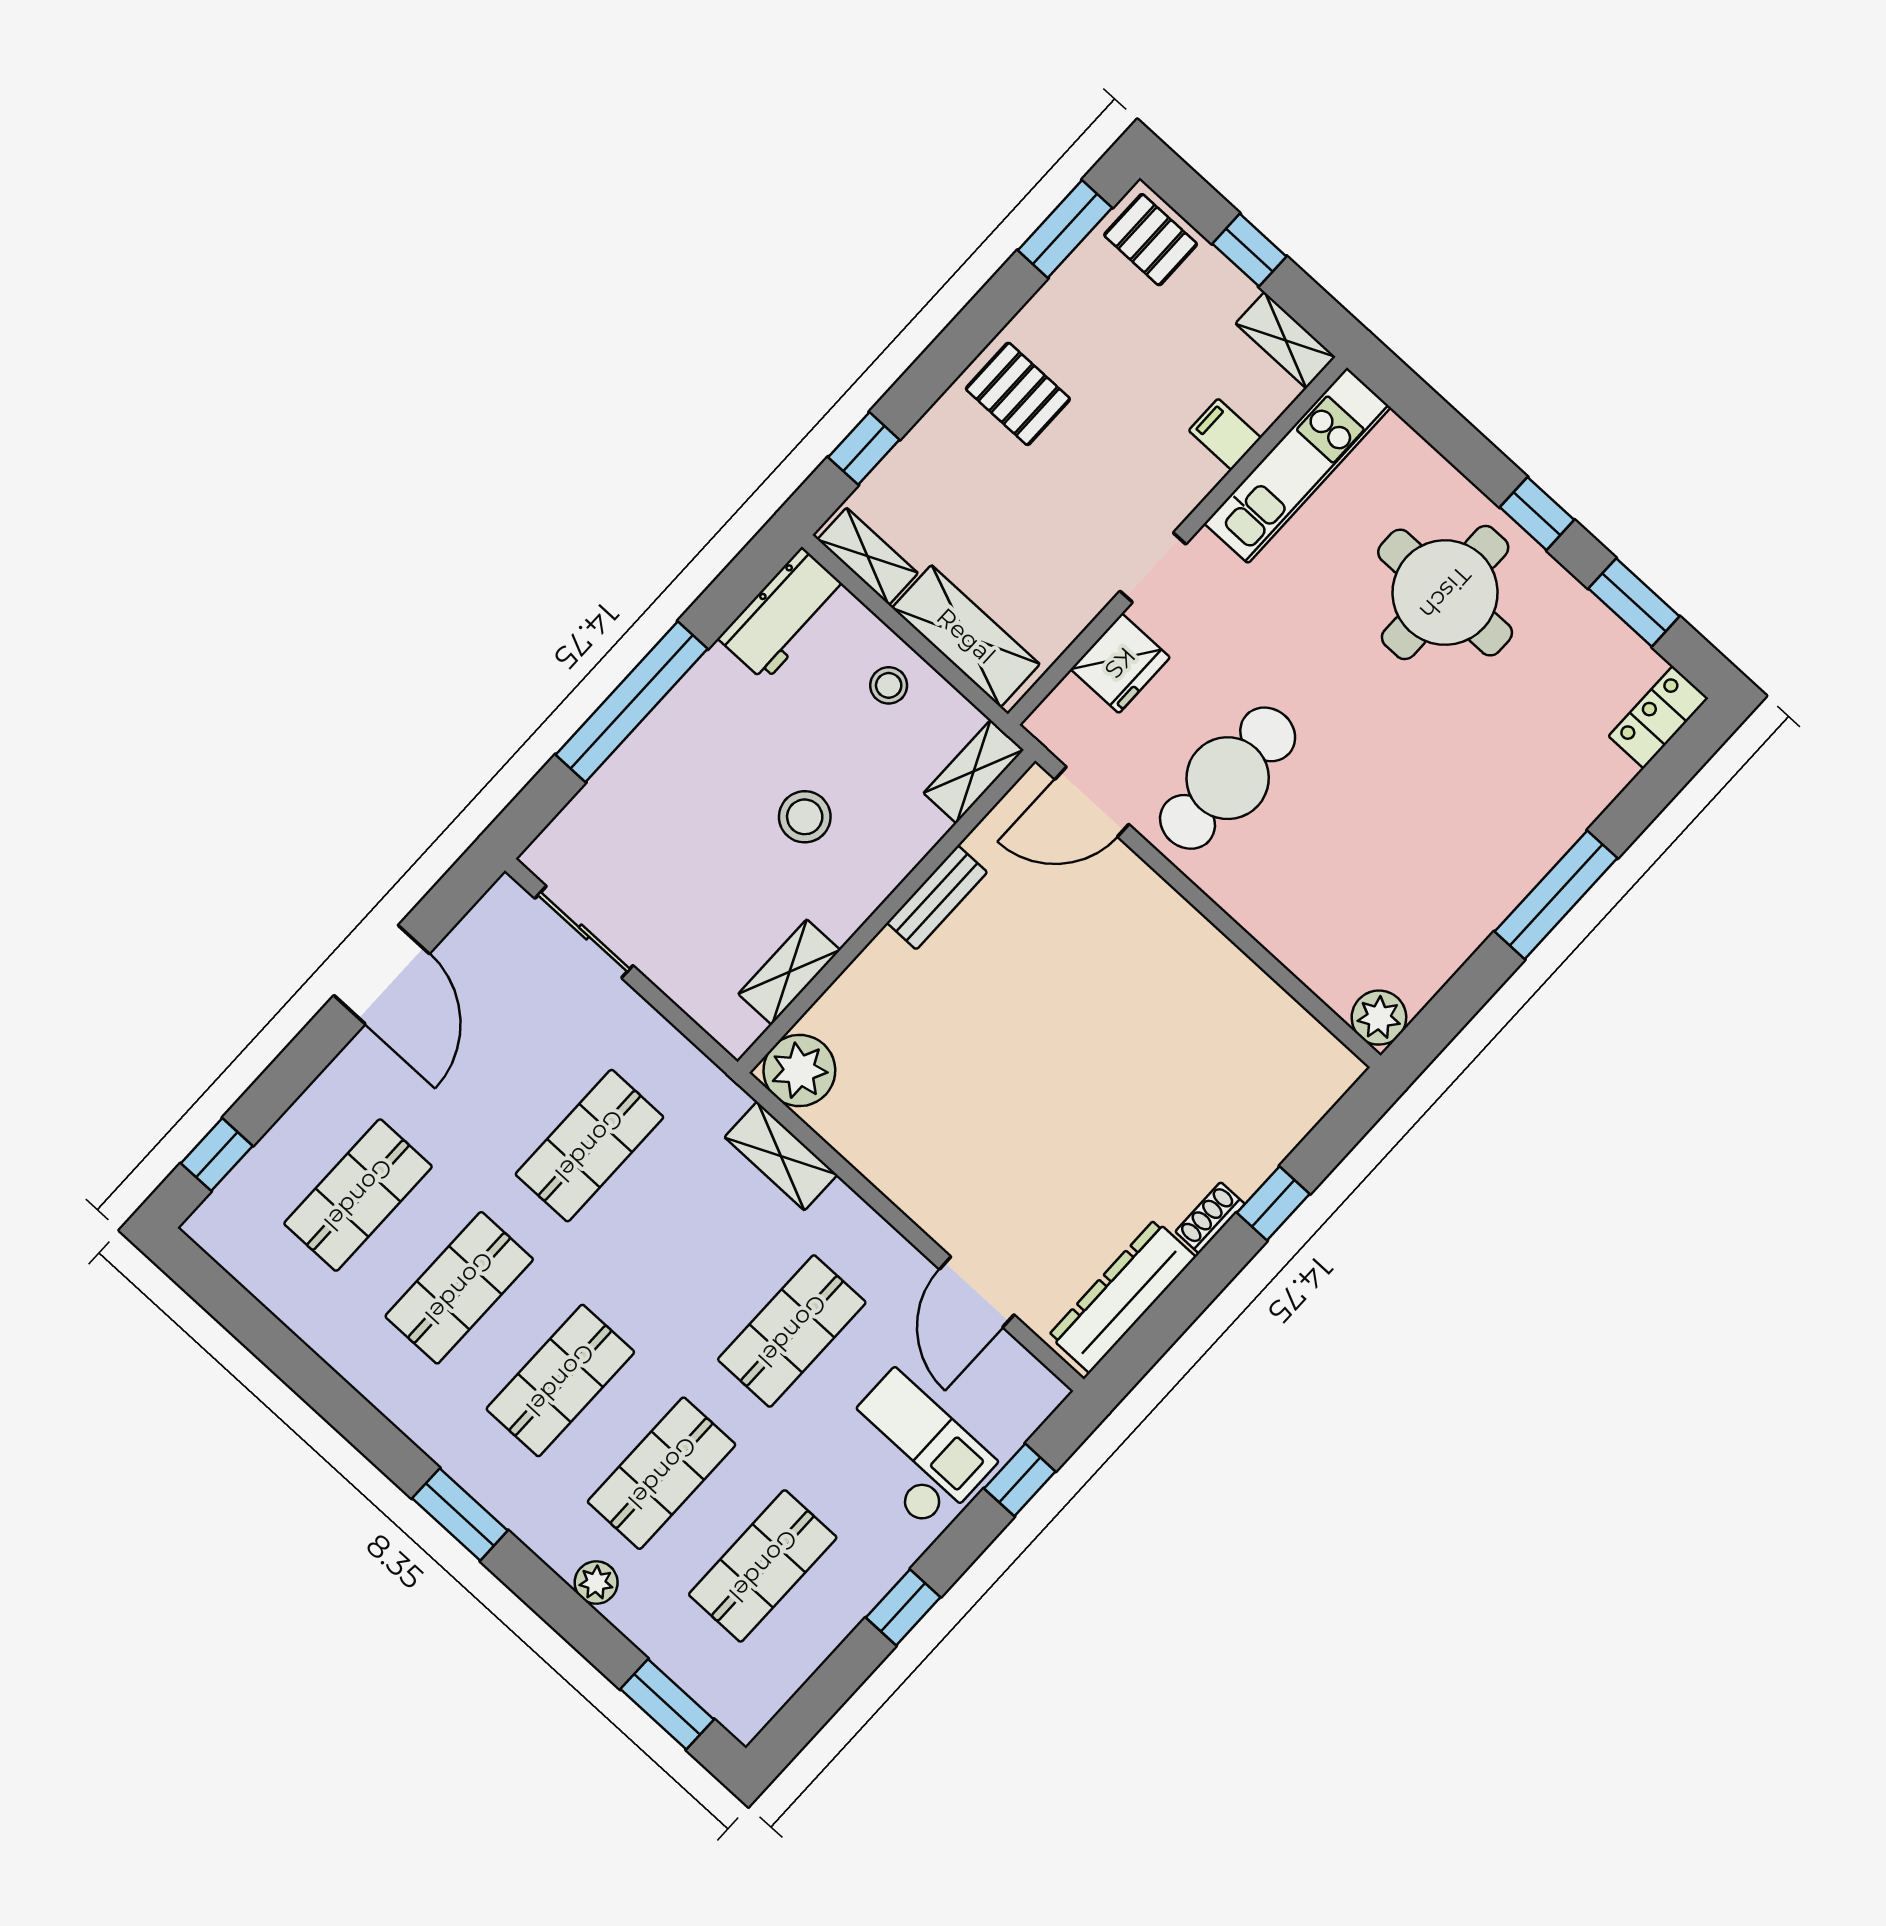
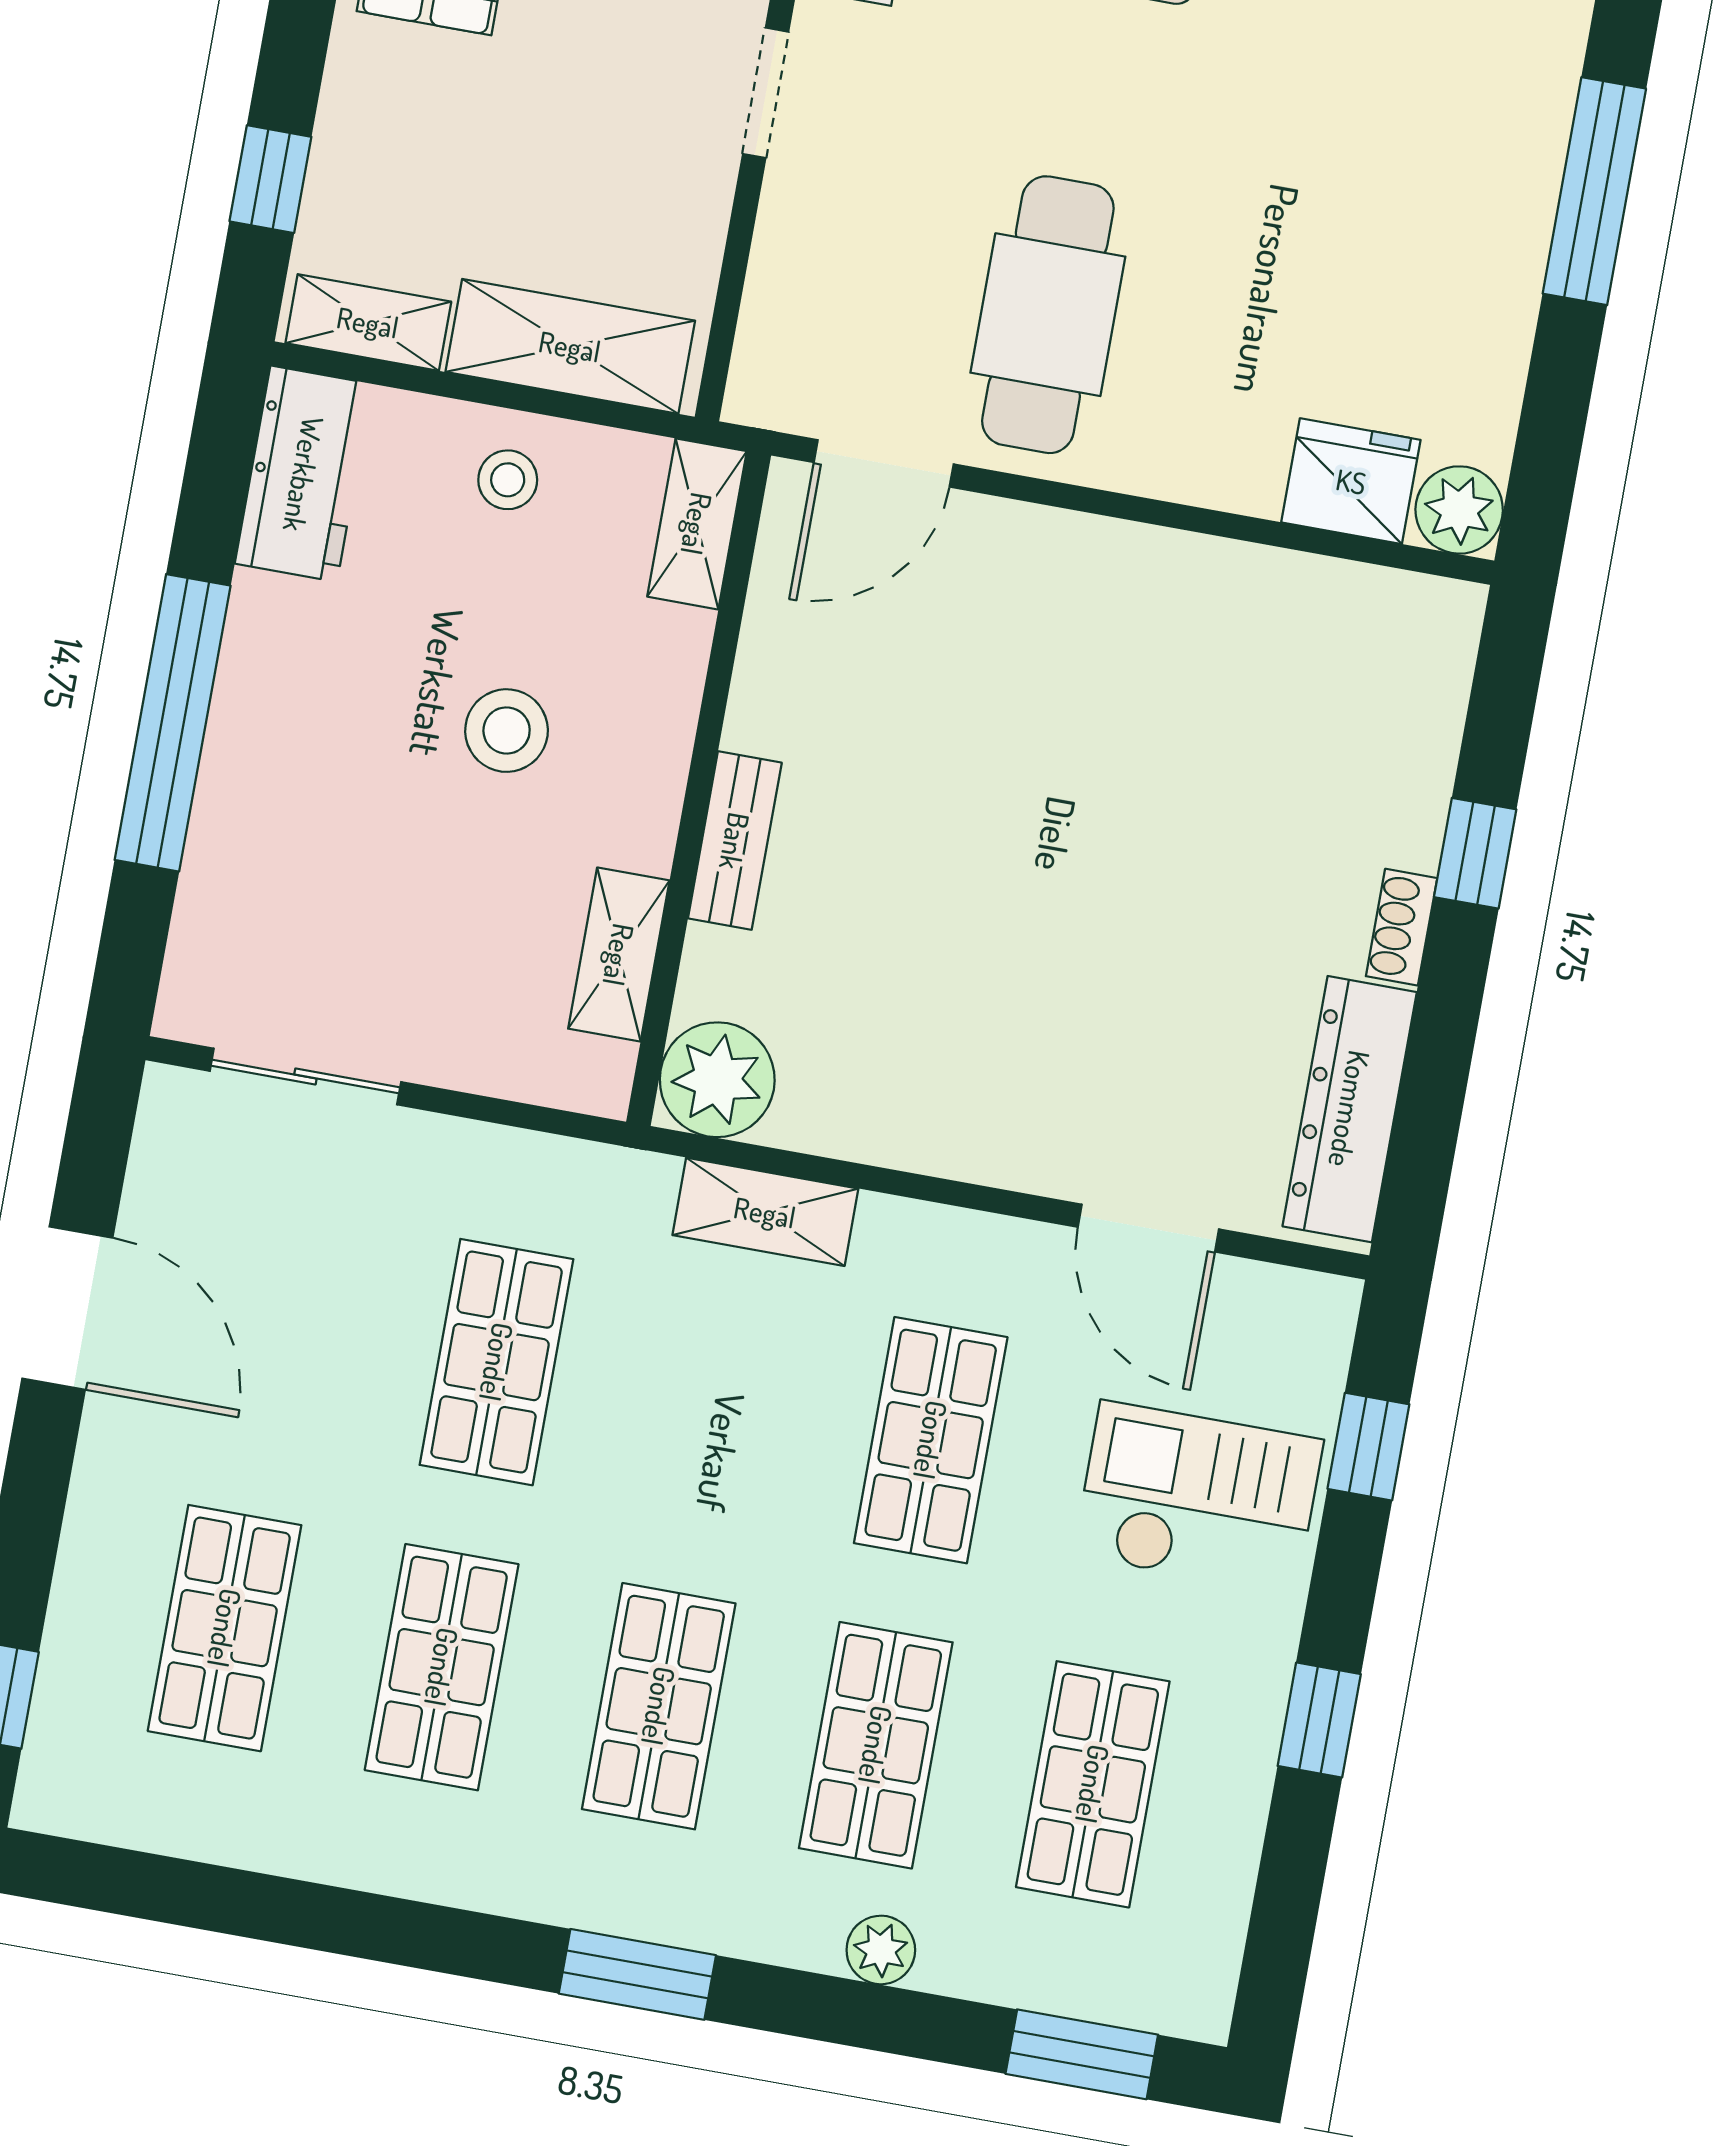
fridge: (1120, 663) -> (1351, 481), moved, turned -90
bench: (937, 897) -> (735, 841), moved

